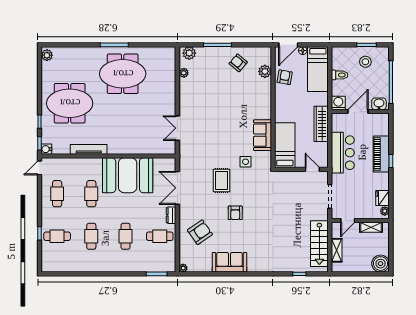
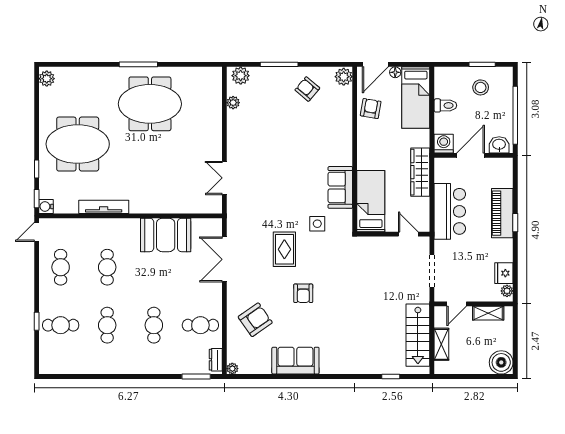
plant: (265, 71) -> (344, 77), moved
booth: (128, 175) -> (166, 235), width x0.73, depth x0.70
dresser: (171, 215) -> (216, 360), moved

